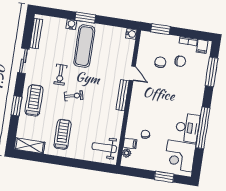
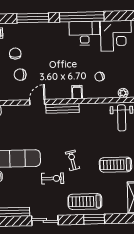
window: (211, 72) -> (33, 18), moved
filing cabinet: (130, 143) -> (77, 92), moved

